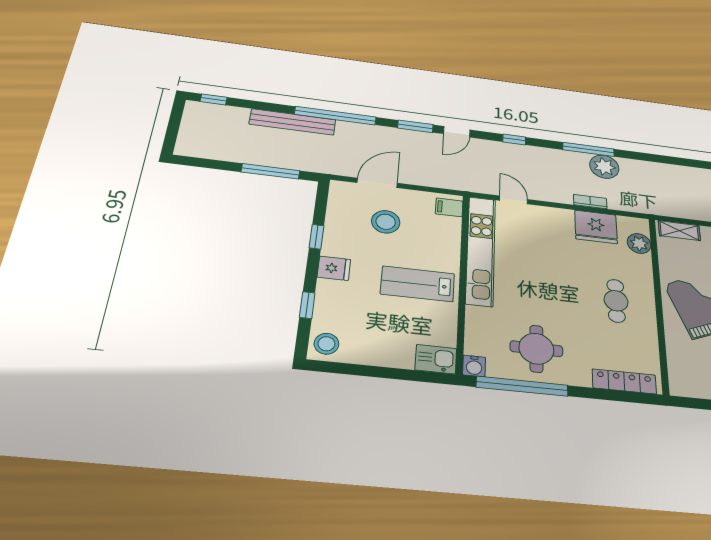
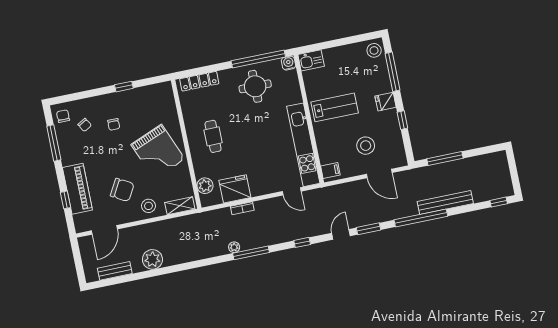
plant: (604, 167) -> (234, 247), width x0.53, depth x0.53
door: (377, 183) -> (379, 173), hinge flipped
window: (307, 305) -> (392, 72), width x2.17

